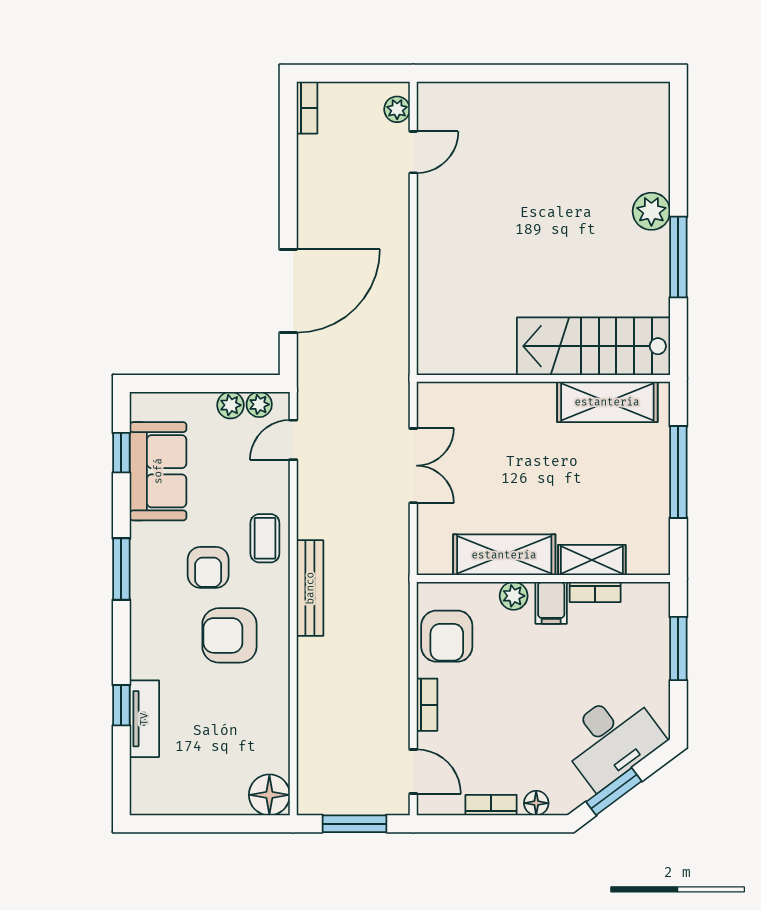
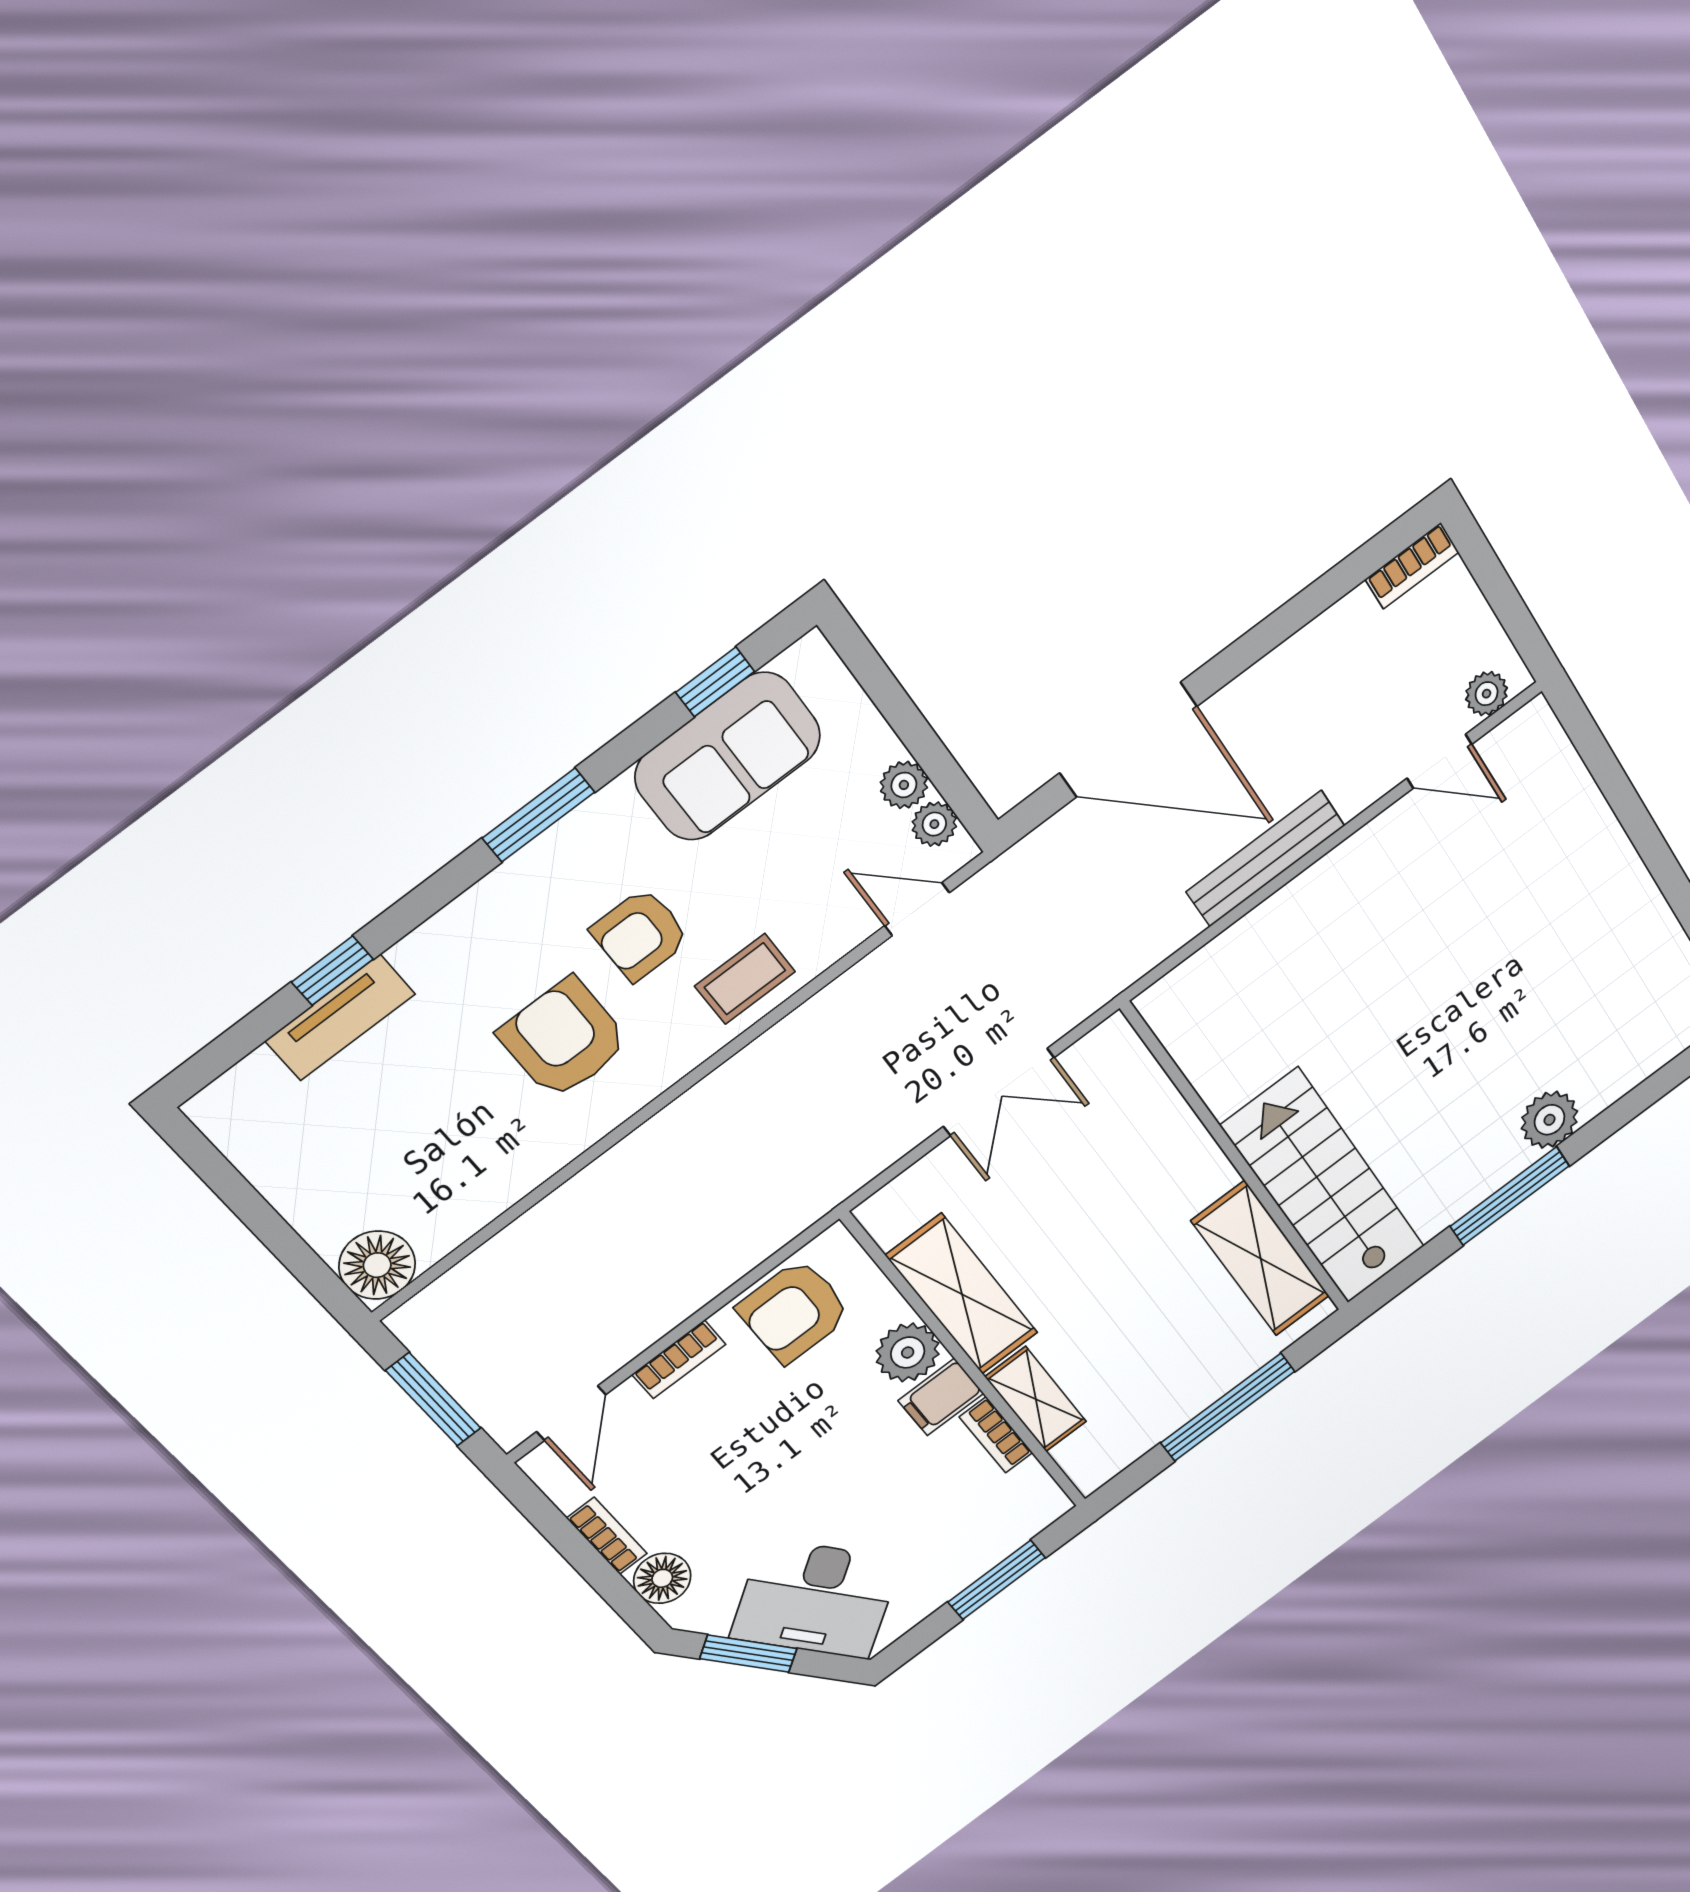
bench: (310, 588) -> (1265, 859), moved
plant: (514, 596) -> (908, 1352), width x1.38, depth x1.38
floor lamp: (536, 803) -> (662, 1578), width x1.37, depth x1.37

